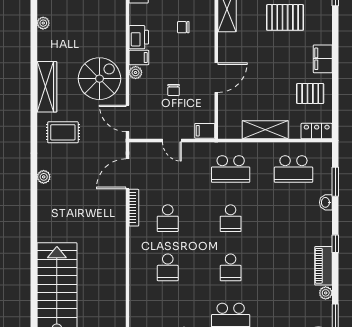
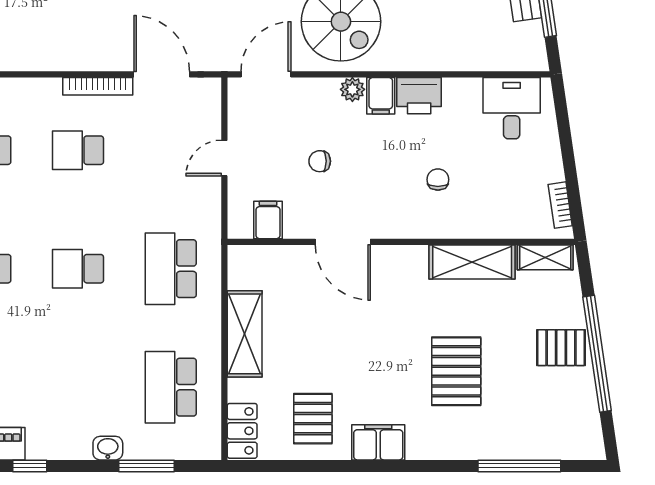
filing cabinet: (205, 131) -> (268, 220), moved

